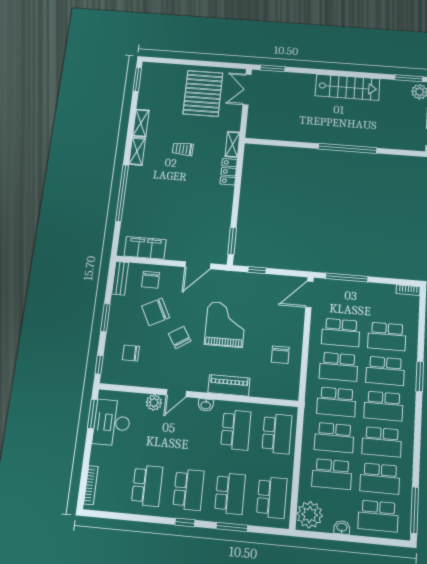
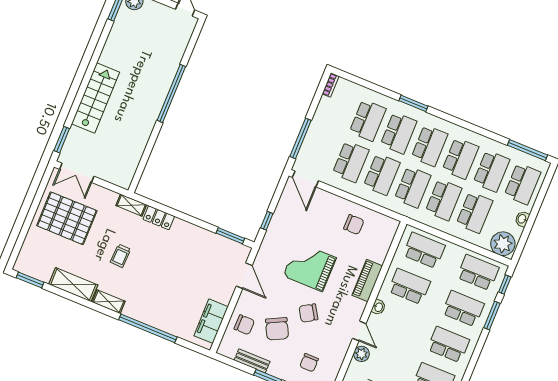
stairs: (348, 87) -> (96, 98), moved
shelving: (141, 123) -> (73, 285), width x1.50, depth x1.33
bench: (120, 278) -> (252, 361), moved
window: (185, 522) -> (505, 284), moved

